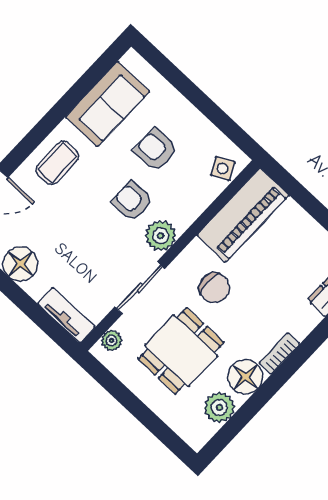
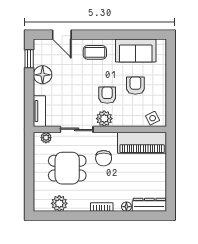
floor lamp: (245, 377) -> (126, 207), moved, width x0.53, depth x0.53

